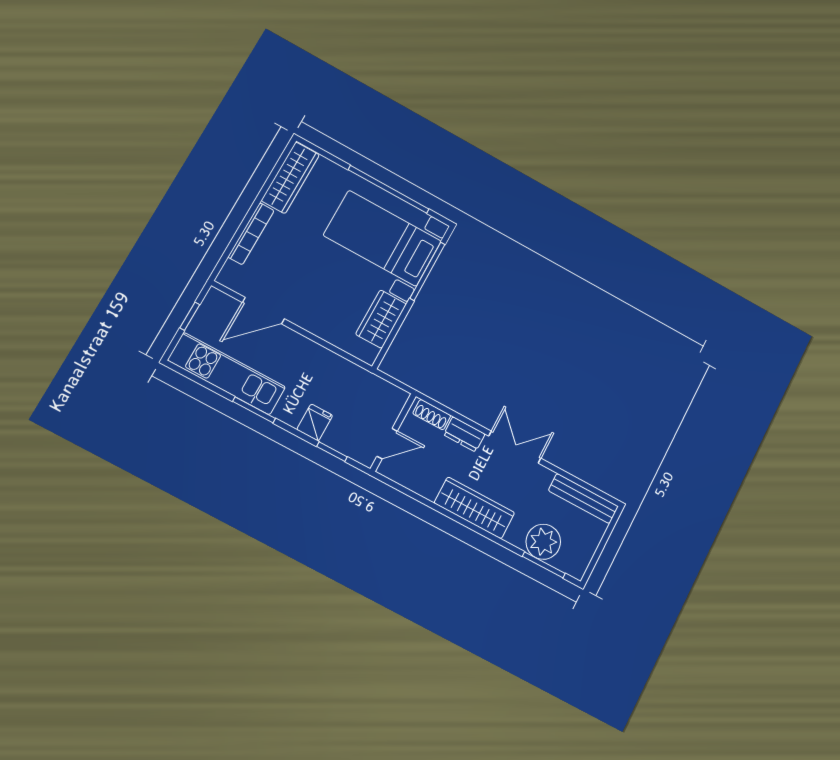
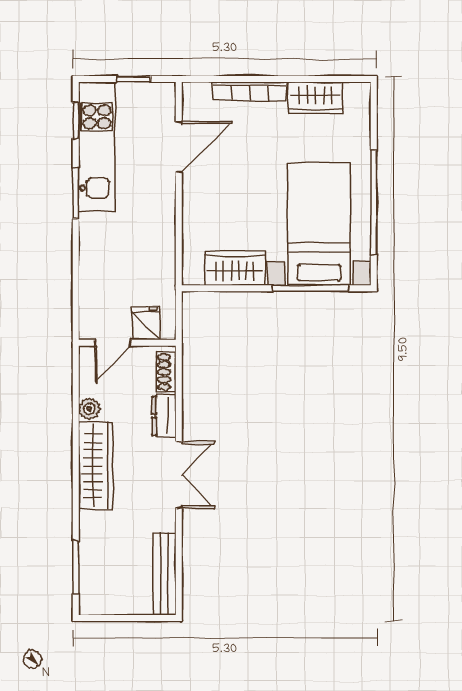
wardrobe: (290, 178) -> (316, 98), width x0.67
door: (263, 311) -> (179, 147), swing flipped
fridge: (315, 422) -> (146, 323), moved, turned -90
door: (387, 444) -> (113, 343), hinge flipped
window: (332, 452) -> (76, 121), moved
plant: (543, 542) -> (89, 409), moved, width x0.53, depth x0.53

